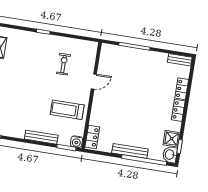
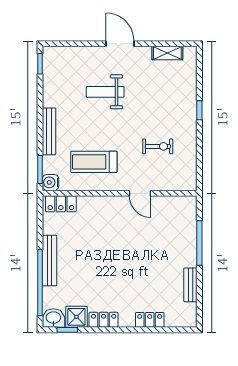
bench: (180, 60) -> (190, 285), moved
weight bench: (20, 94) -> (105, 92), added
treadmill: (67, 110) -> (94, 162), turned -90
locker: (178, 110) -> (104, 320), moved

